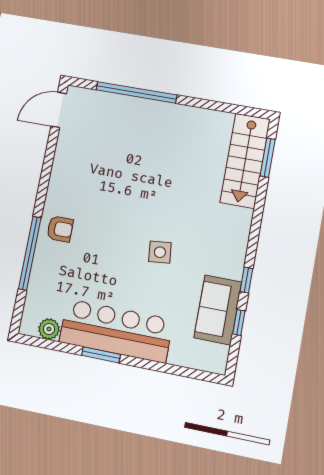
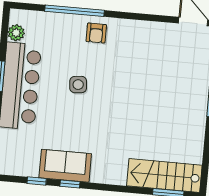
side table: (160, 252) -> (78, 85), moved
sofa: (218, 310) -> (65, 166), moved

